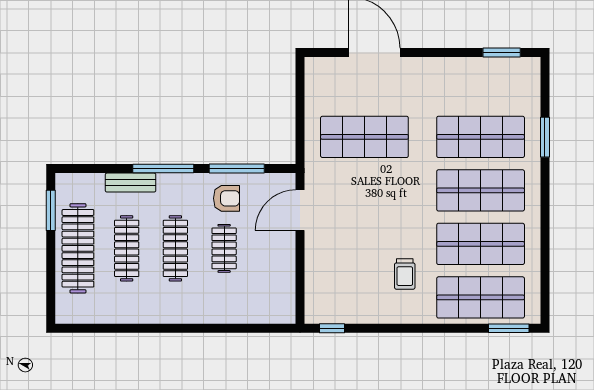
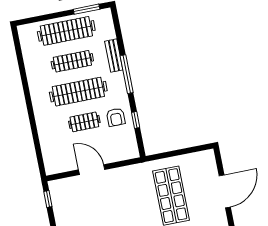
window: (237, 169) -> (136, 120), width x0.46
door: (300, 210) -> (92, 170), moved
clothes rail: (175, 248) -> (78, 92), width x1.37, depth x1.31

